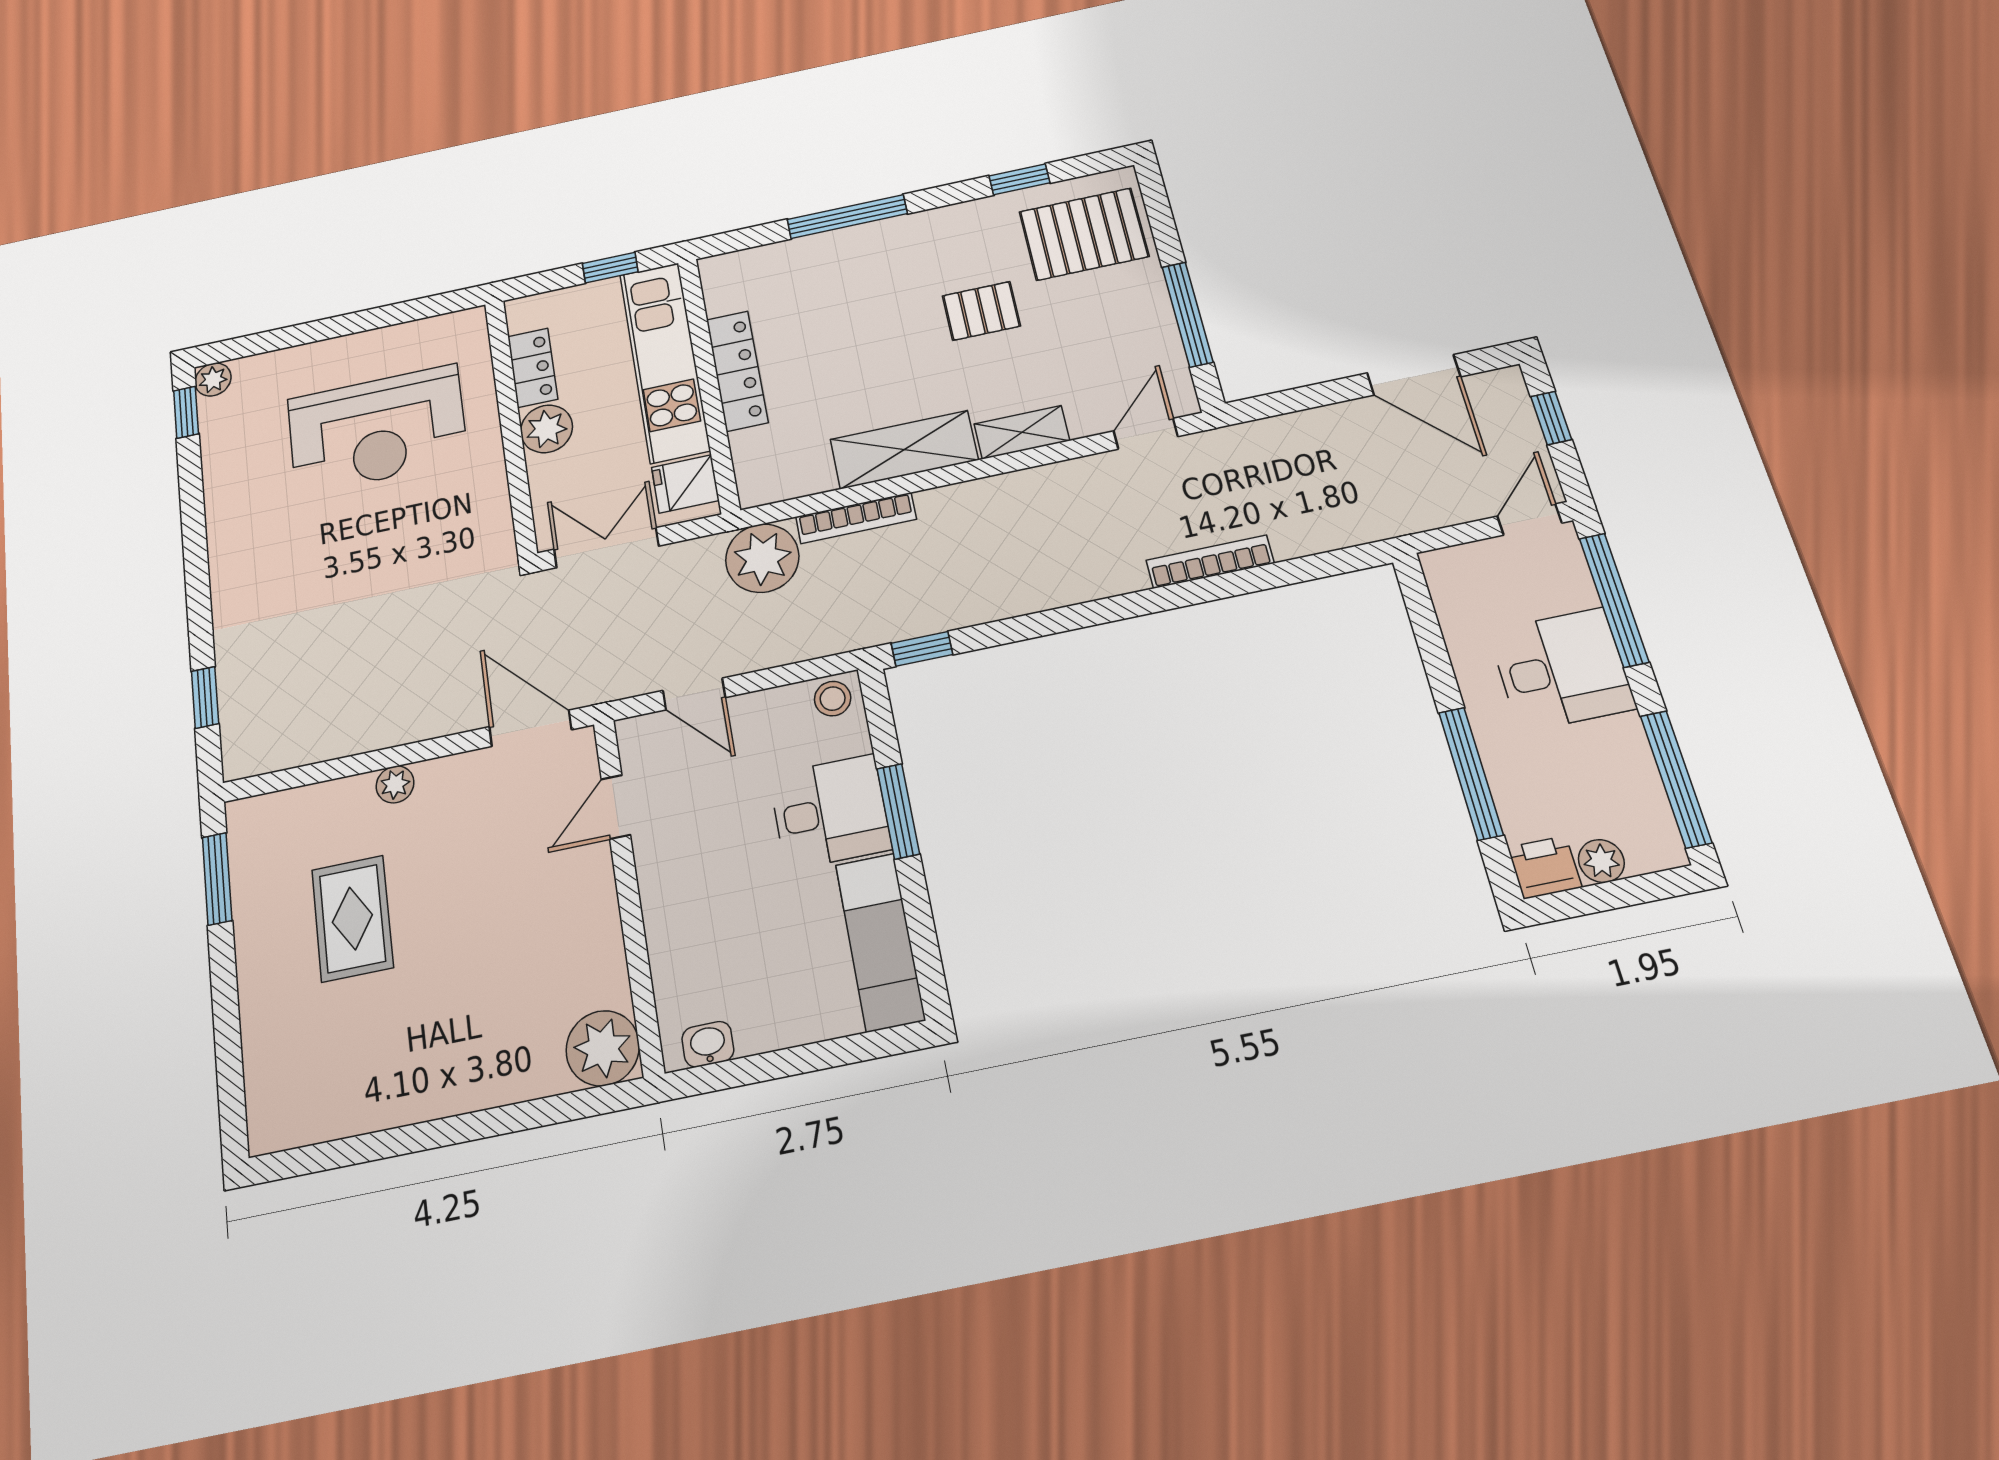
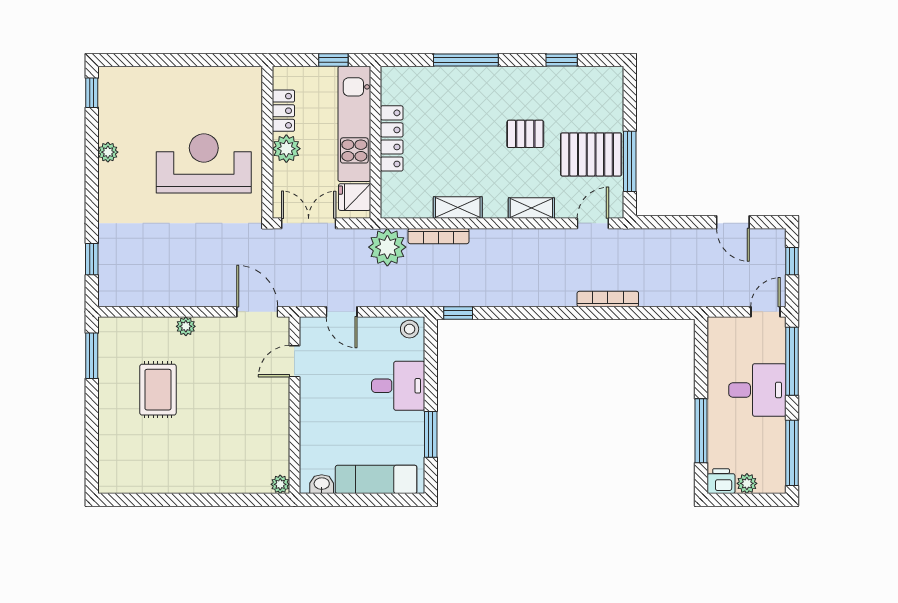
pallet: (1084, 234) -> (591, 154), moved
door: (1414, 375) -> (733, 222), width x0.73
plant: (213, 380) -> (108, 152), moved
reception desk: (377, 430) -> (204, 163), moved, turned 180
shelving: (904, 450) -> (458, 208), width x0.67, depth x0.75
window: (898, 811) -> (431, 434), moved
exam couch: (880, 942) -> (376, 479), moved, turned 90
plant: (603, 1048) -> (280, 484), width x0.53, depth x0.53

